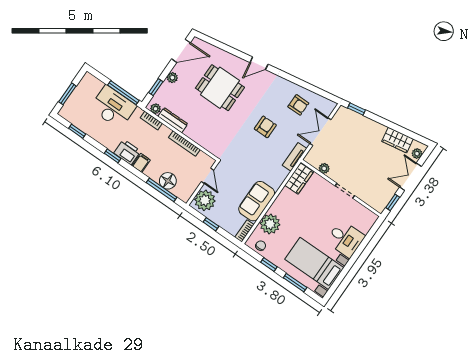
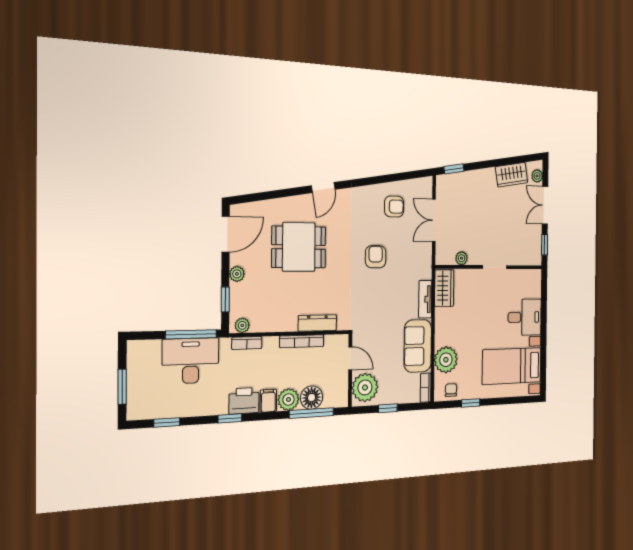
dresser: (173, 120) -> (317, 323), moved
tv unit: (295, 157) -> (425, 299), moved
plant: (153, 171) -> (288, 400), added
window: (295, 283) -> (506, 401), removed

